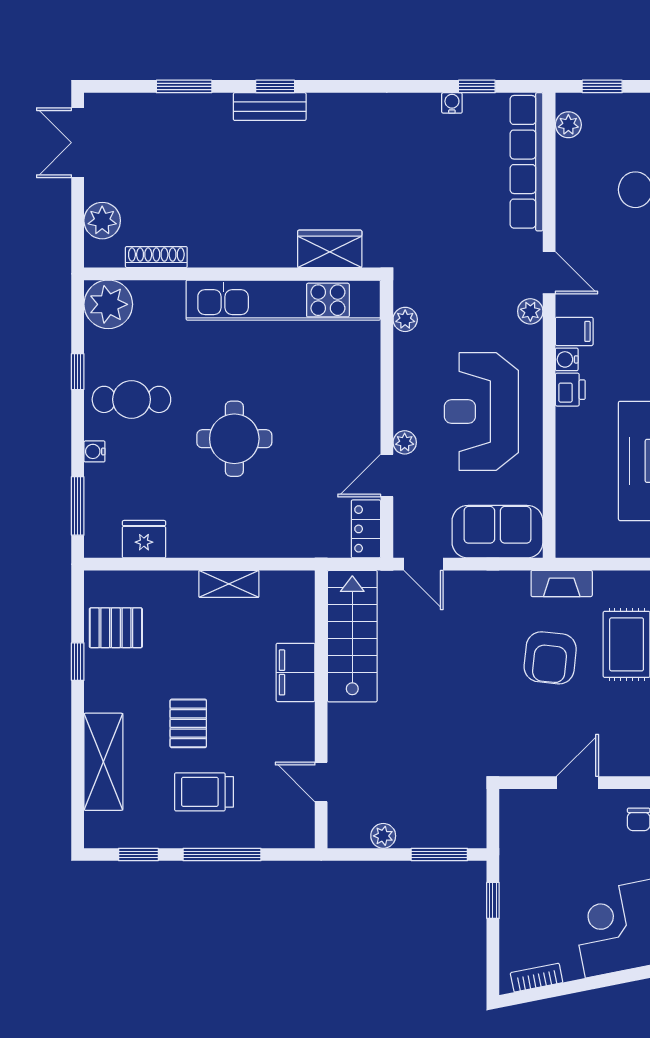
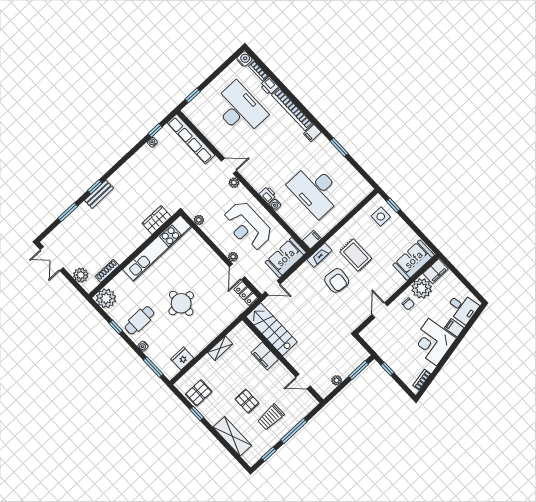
plant: (568, 125) -> (193, 116), removed
filing cabinet: (574, 331) -> (312, 240), moved
water cooler: (567, 359) -> (275, 205), moved

